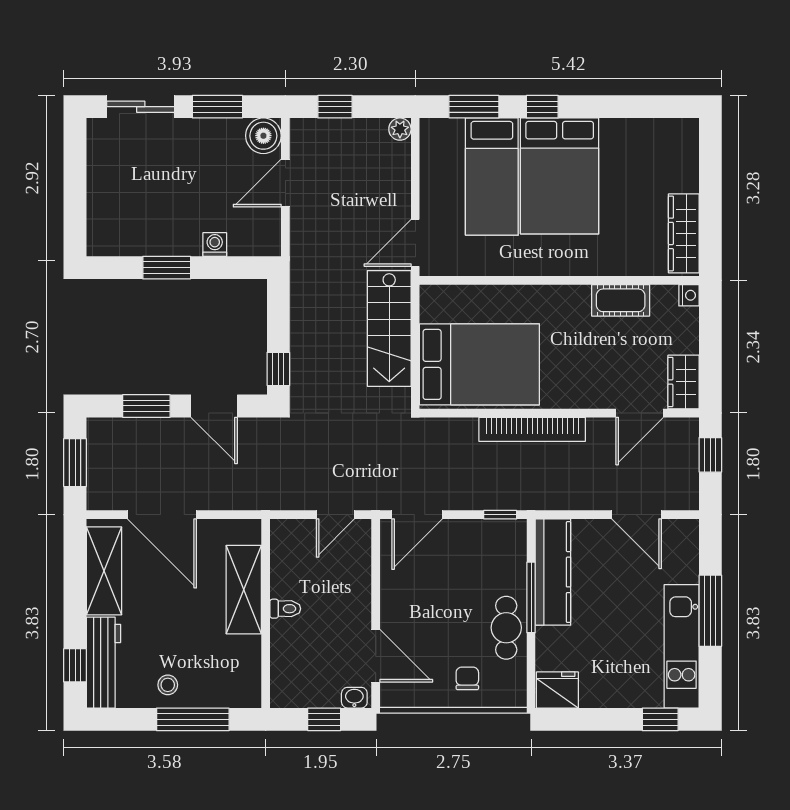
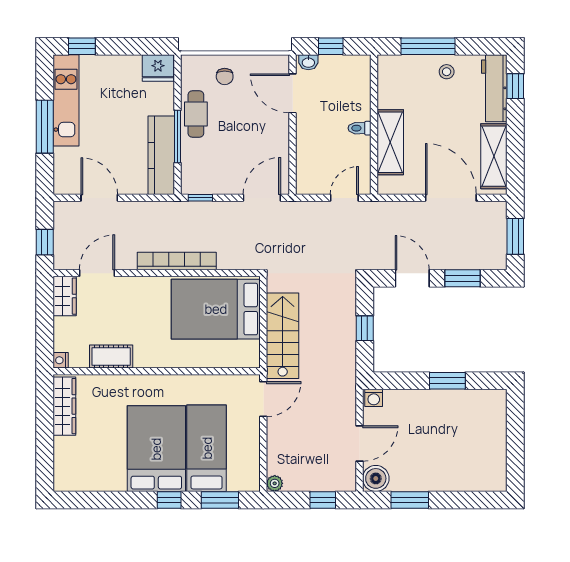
sliding door: (141, 107) -> (467, 500), removed
washing machine: (215, 245) -> (374, 398), moved
window: (278, 369) -> (365, 328), moved
door: (335, 515) -> (344, 198), moved

